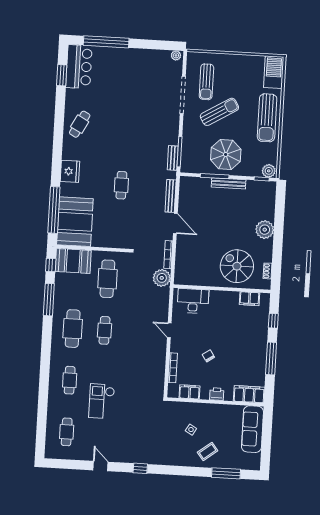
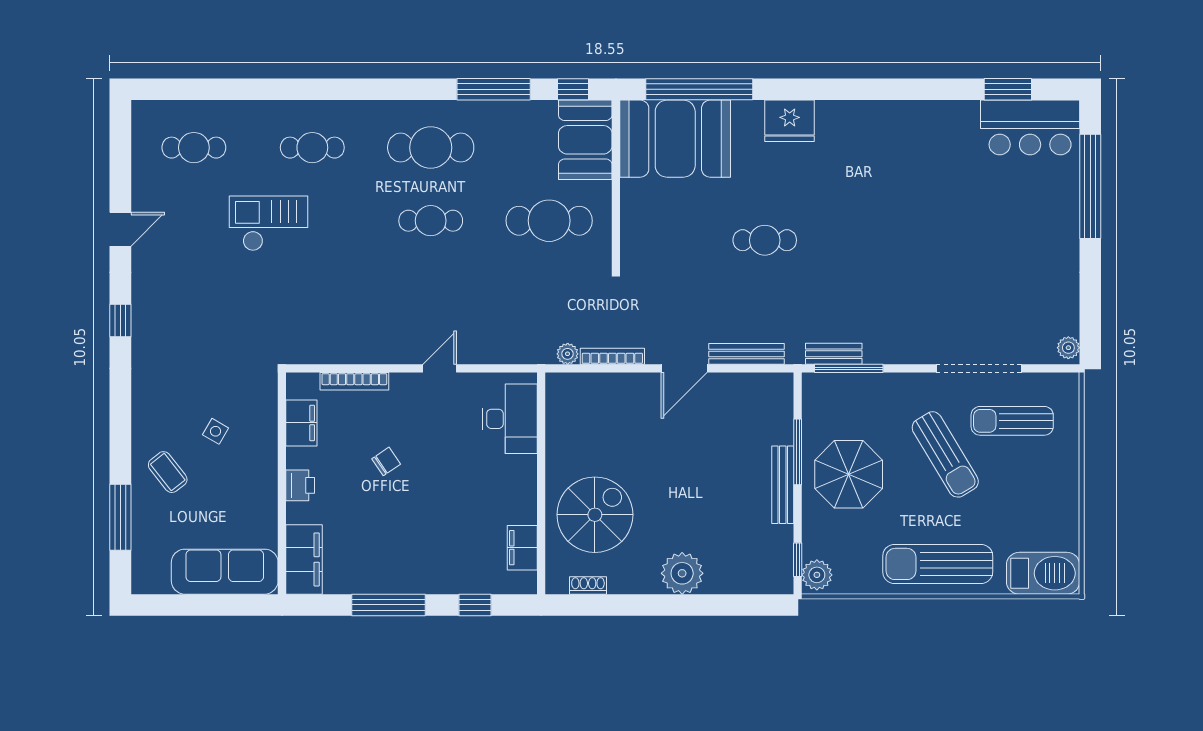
cafe table: (80, 124) -> (899, 137), removed
plant: (162, 278) -> (568, 354), width x0.53, depth x0.53

